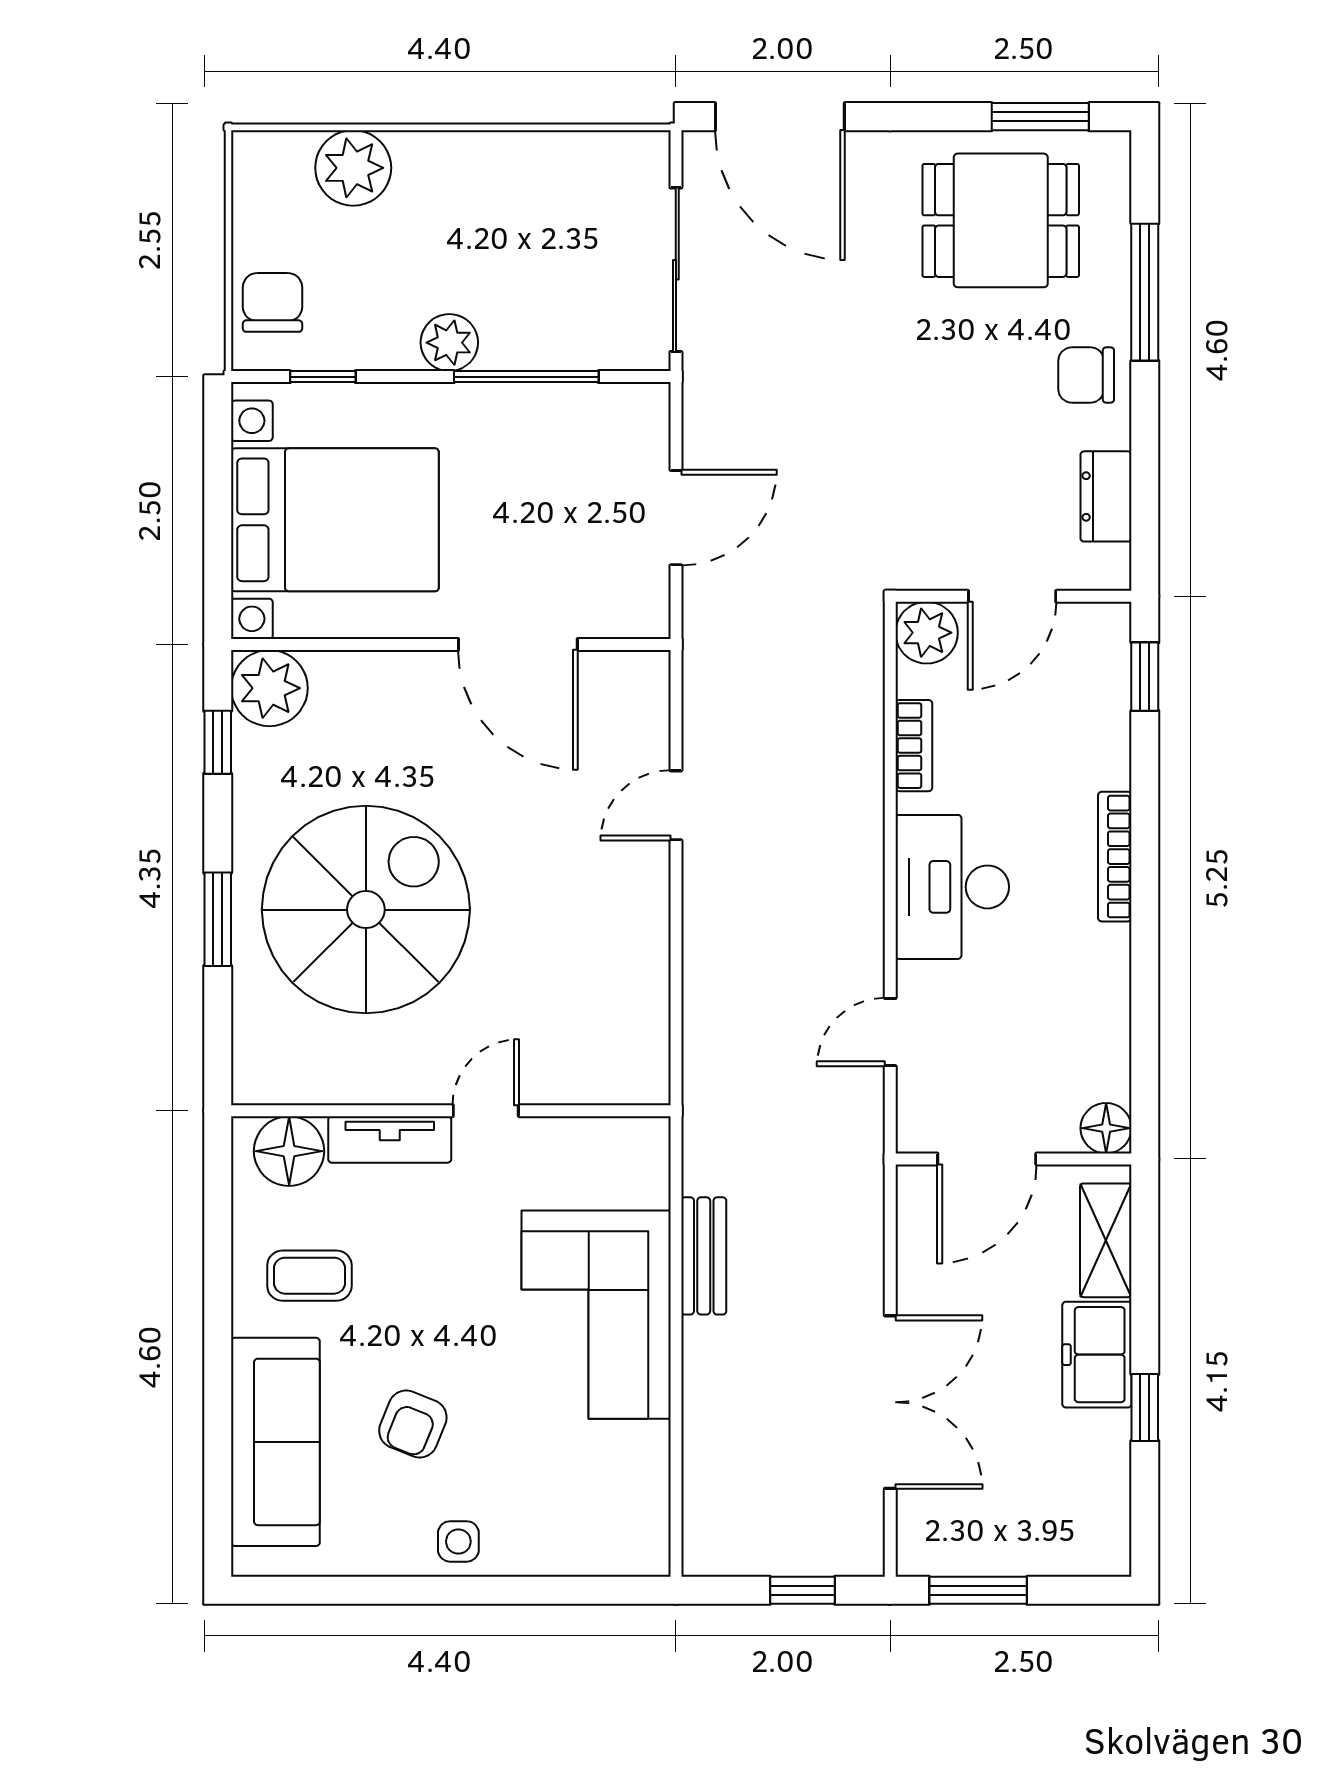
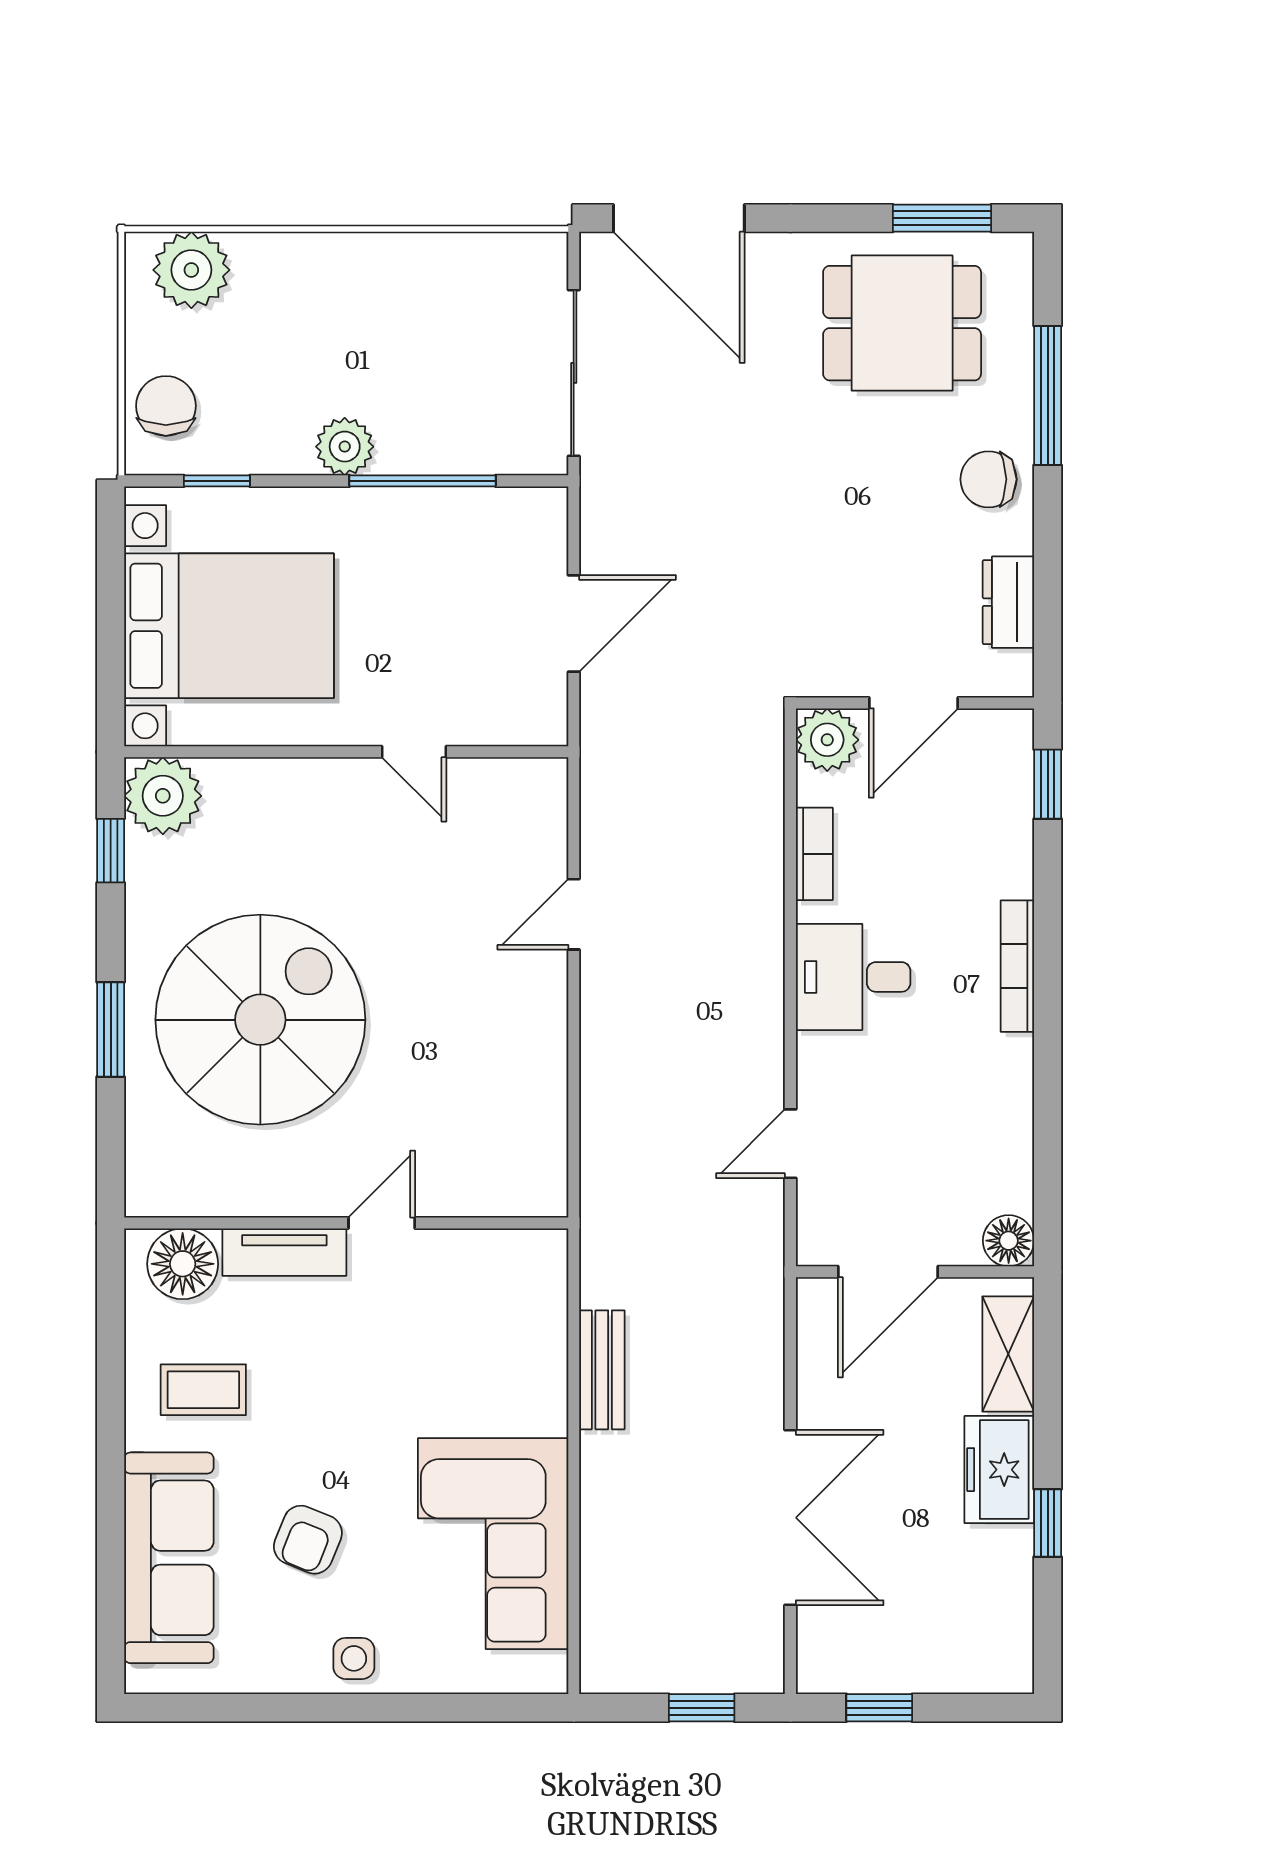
plant: (353, 168) -> (191, 270), moved
door: (518, 644) -> (414, 752), width x0.53
desk: (952, 887) -> (853, 977), width x0.73
corner sofa: (596, 1315) -> (493, 1544), moved
window: (978, 1590) -> (879, 1708), width x0.67

